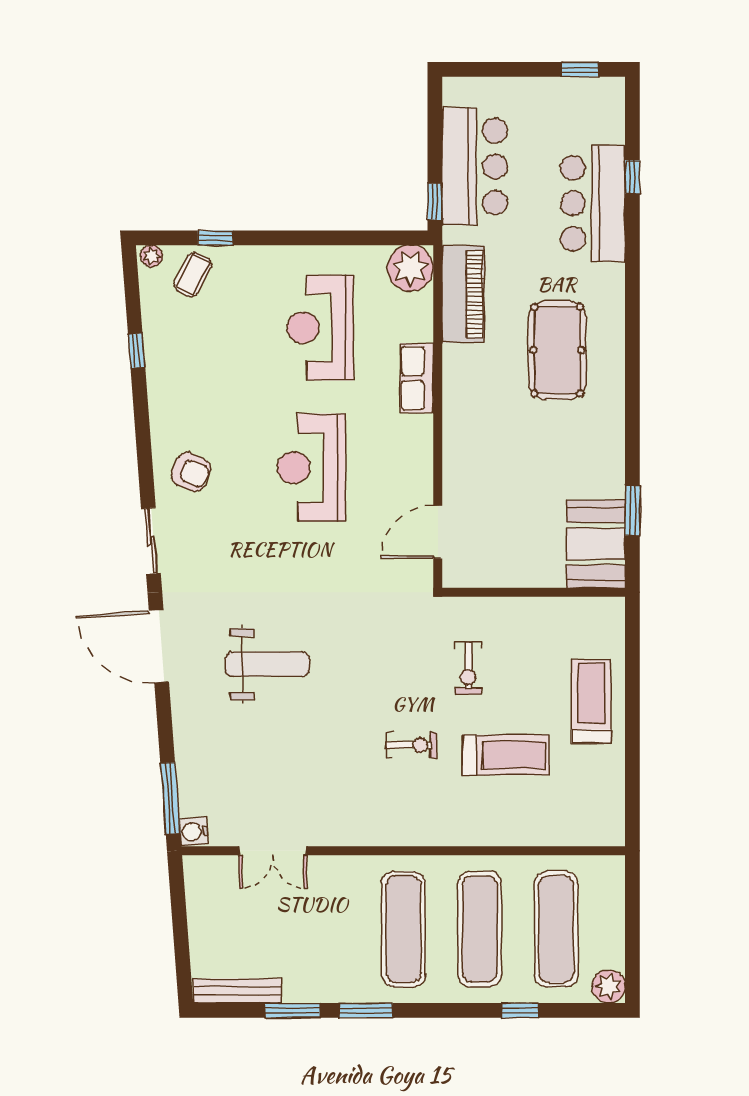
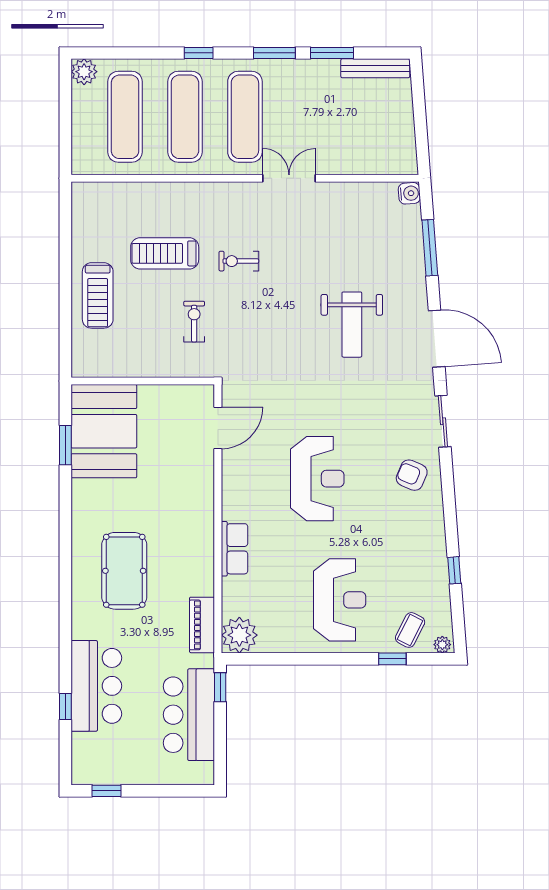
piano: (463, 294) -> (202, 625), width x0.73, depth x0.75
reception desk: (320, 328) -> (340, 600), moved
booth: (596, 544) -> (104, 431), width x1.36, depth x1.42
weight bench: (267, 664) -> (352, 325), turned -90
window: (170, 798) -> (430, 248), moved
double door: (273, 851) -> (289, 178), moved
window: (520, 1010) -> (199, 53), moved

